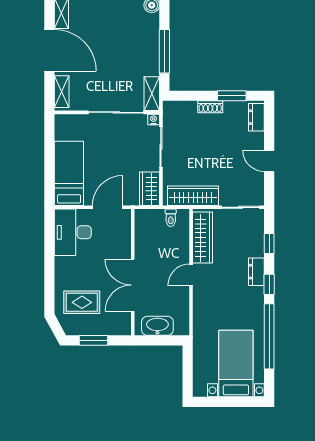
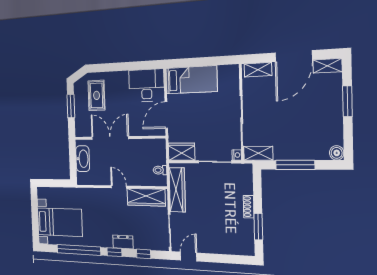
dresser: (256, 117) -> (241, 248), removed
door: (269, 161) -> (189, 257), moved
door: (108, 207) -> (166, 115), swing flipped

